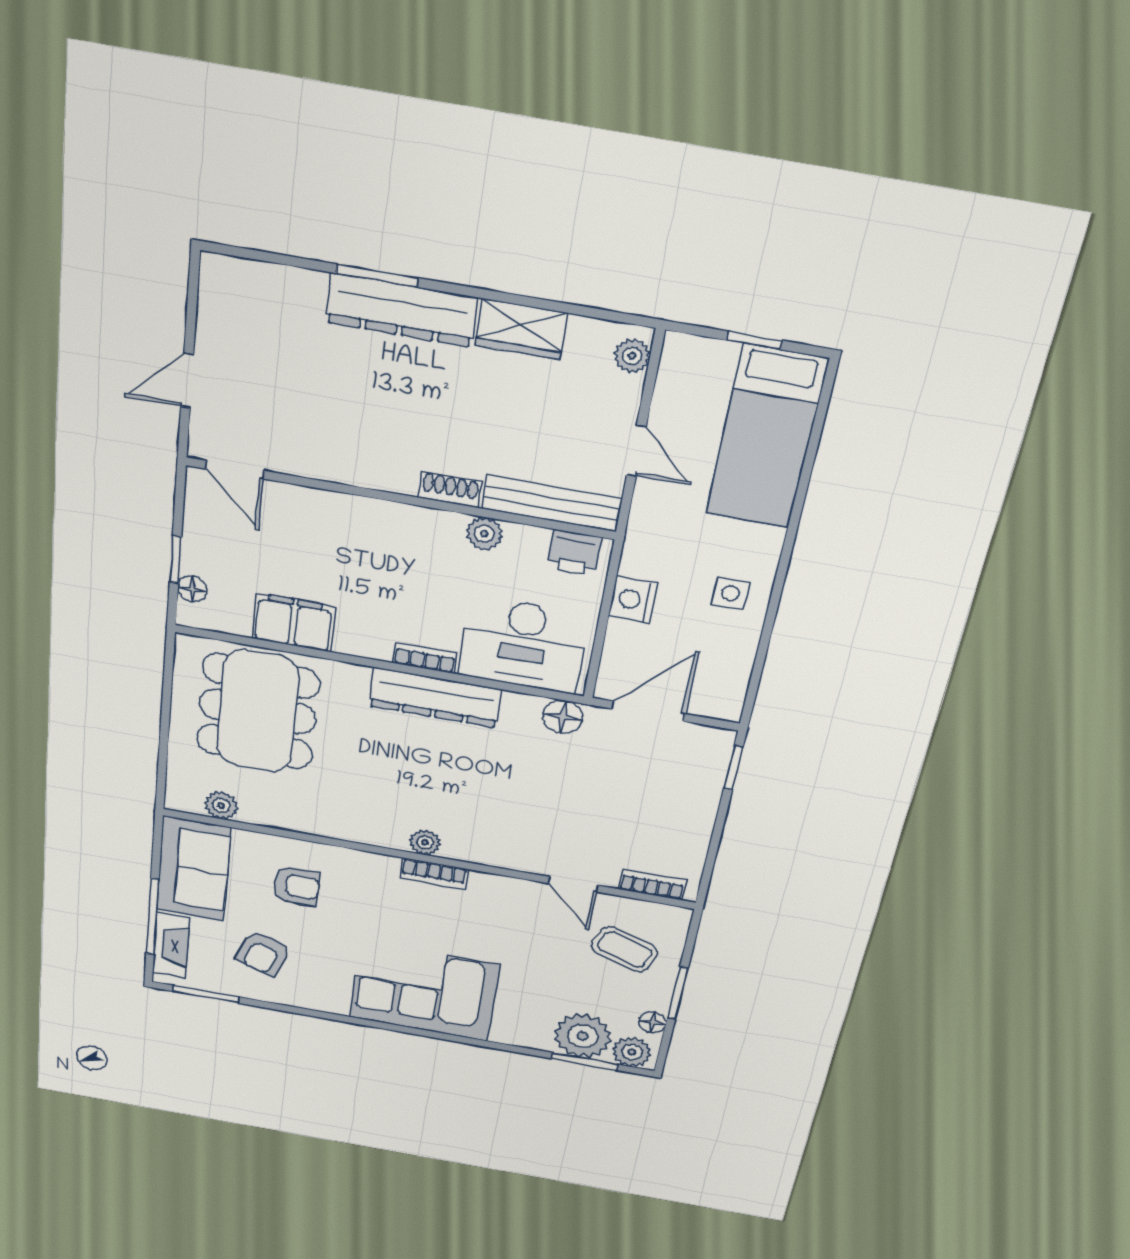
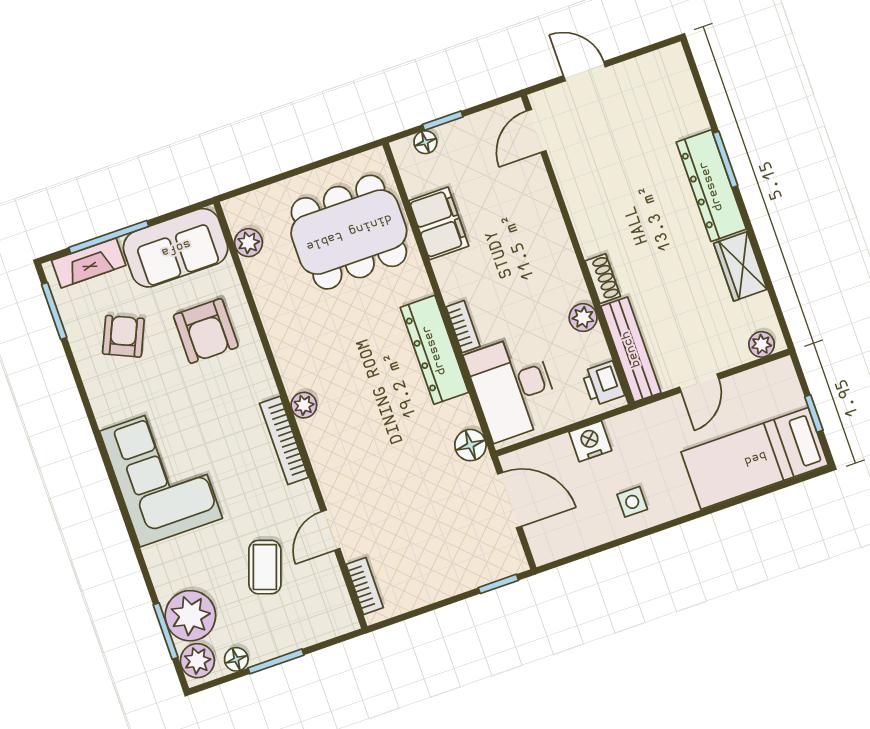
bookcase: (434, 874) -> (284, 440), width x1.56
armchair: (296, 886) -> (206, 331), width x1.38, depth x1.38
coffee table: (625, 949) -> (265, 567), moved
armchair: (263, 954) -> (123, 336), turned 95

